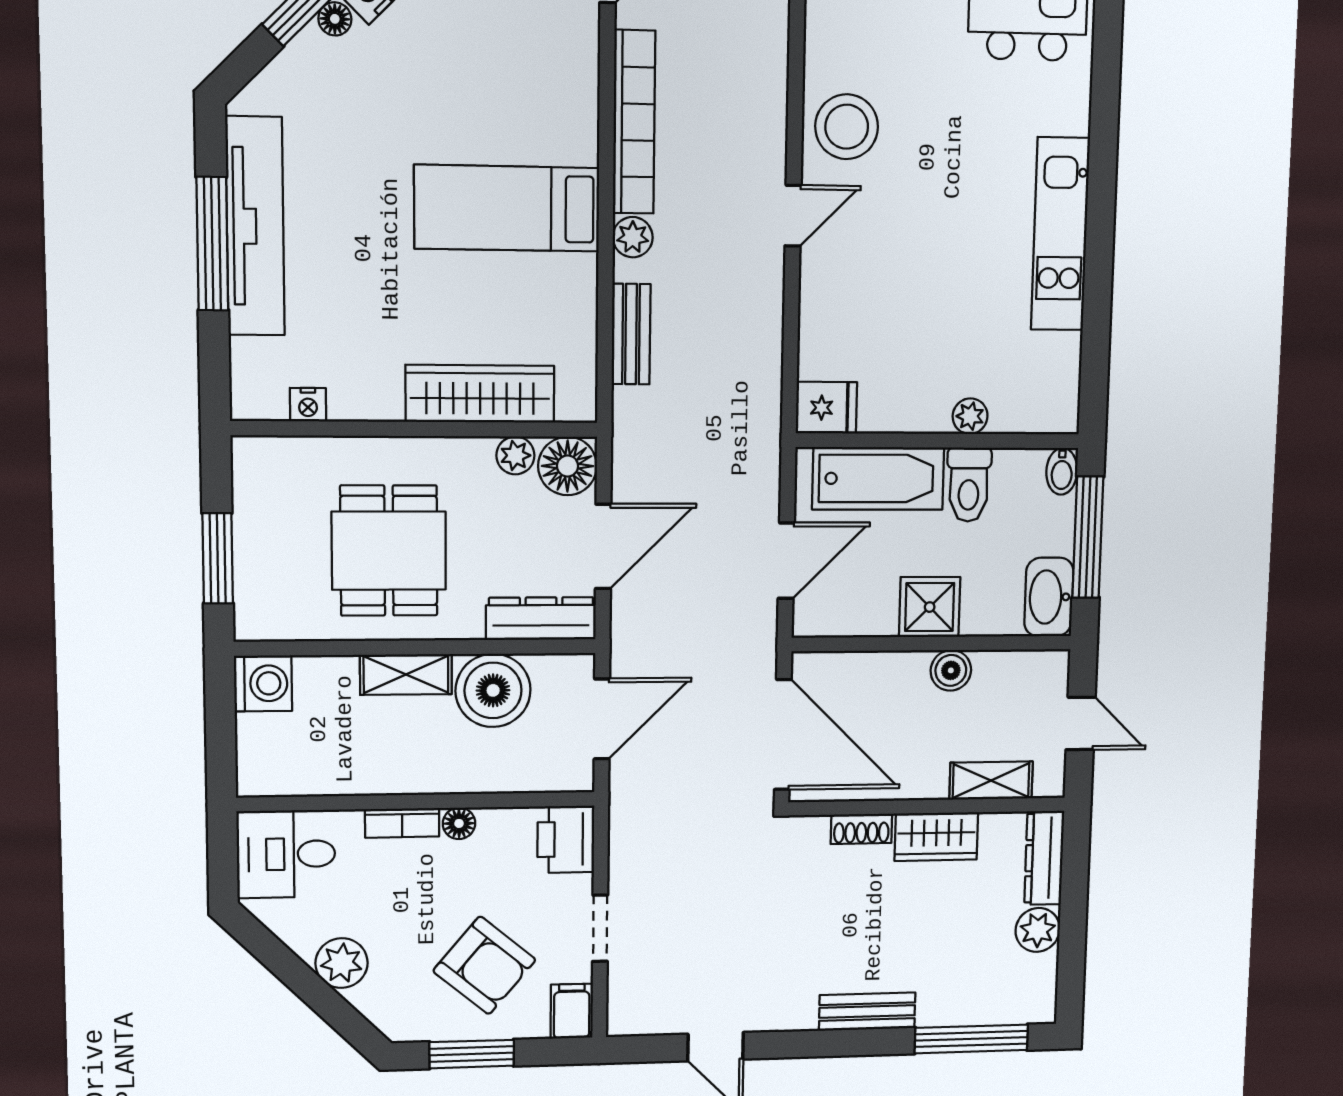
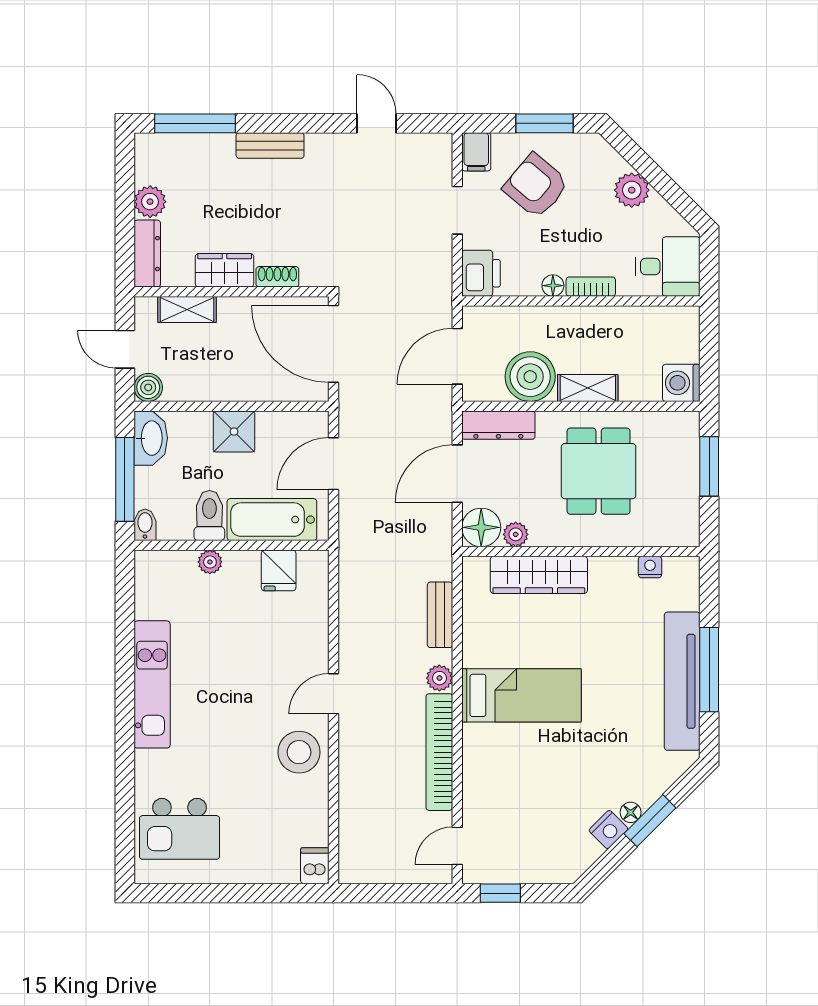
fridge: (826, 408) -> (279, 570), moved, turned -90
boiler: (951, 670) -> (148, 387), moved

